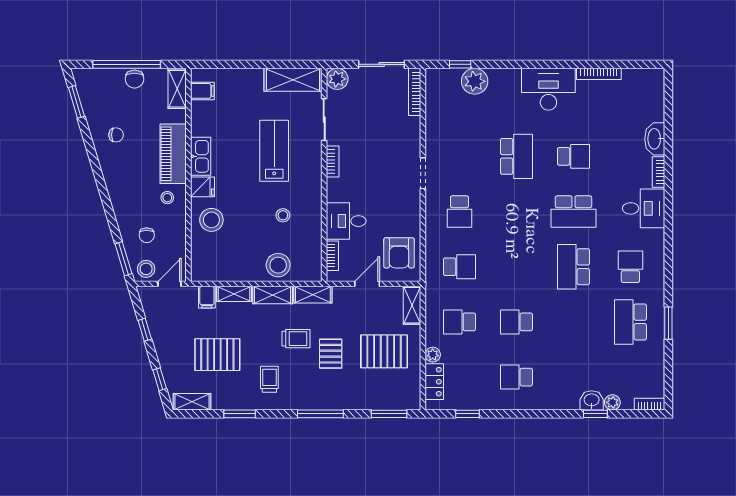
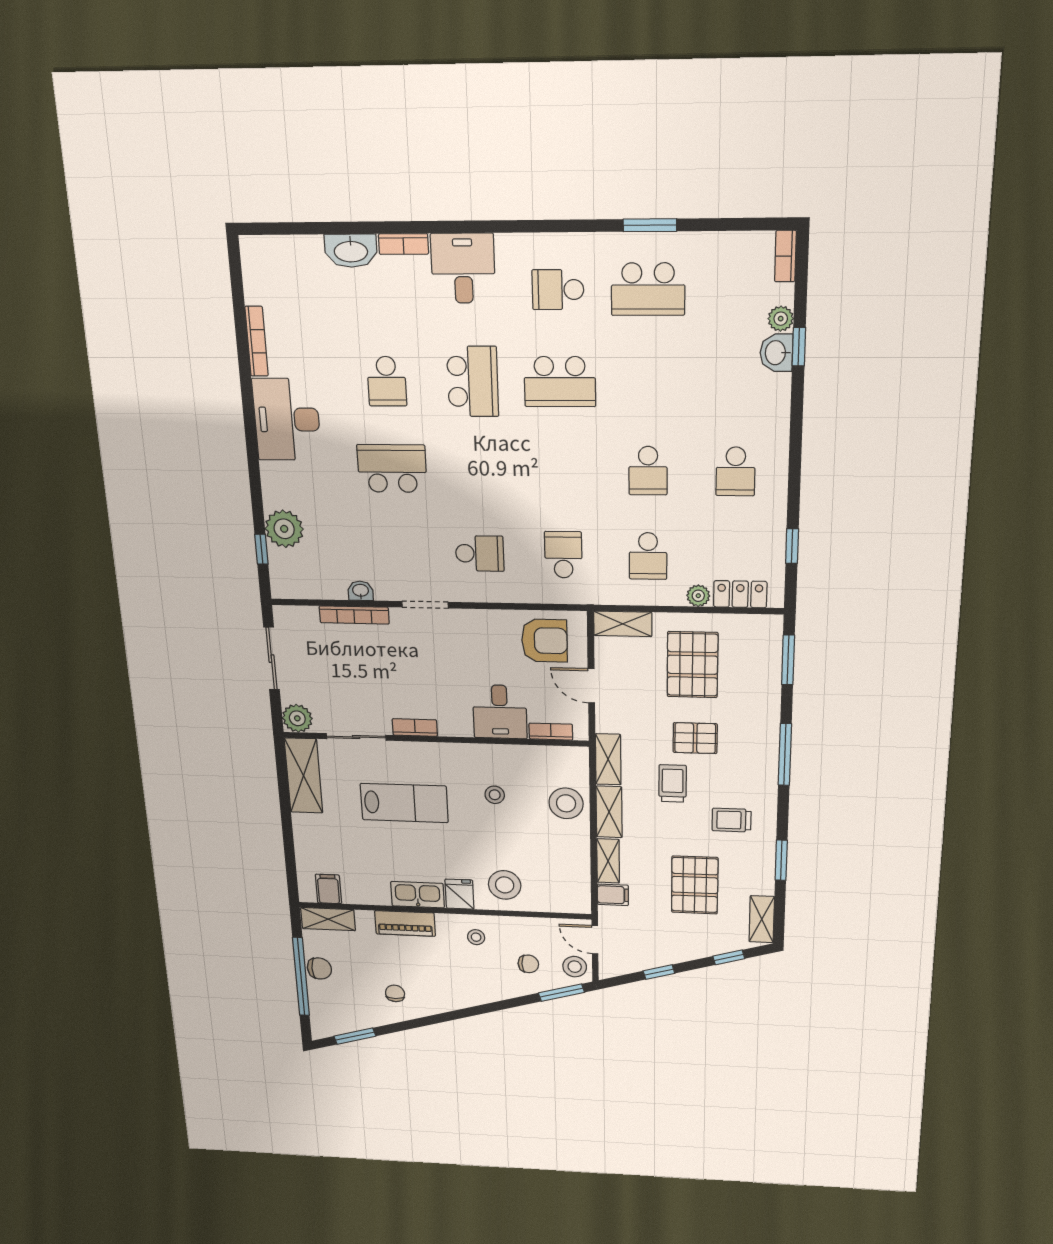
bookcase: (415, 92) -> (354, 615), moved
washbasin: (432, 130) -> (361, 591), added
lab bench: (274, 151) -> (404, 803), turned 180
piano: (173, 154) -> (405, 923), width x0.73, depth x0.75
school desk: (573, 156) -> (387, 381), turned 180

